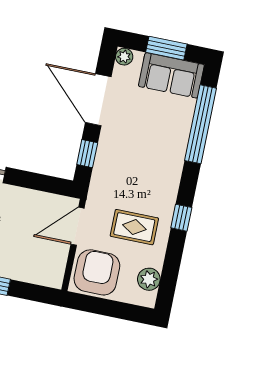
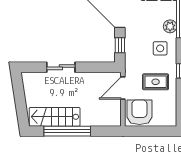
side table: (154, 173) -> (160, 48), added
plant: (149, 279) -> (170, 26), moved

